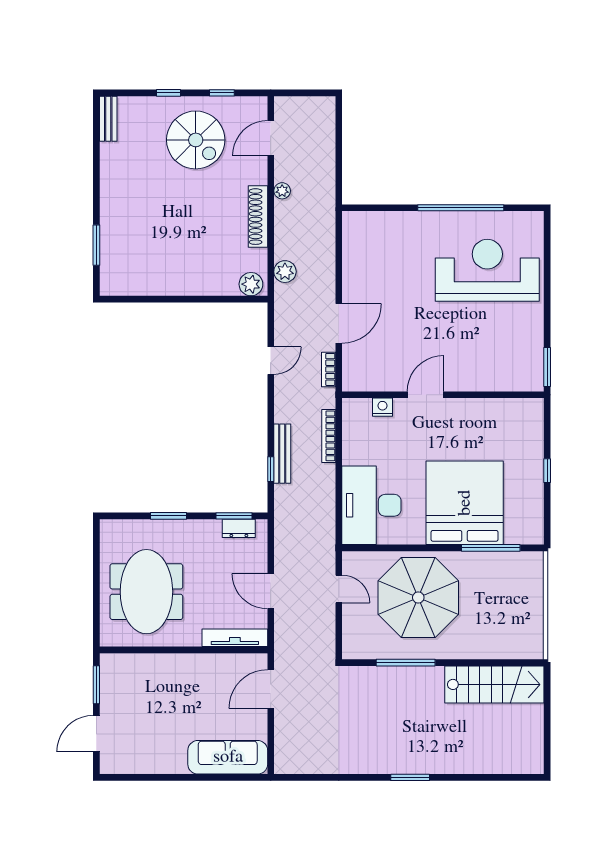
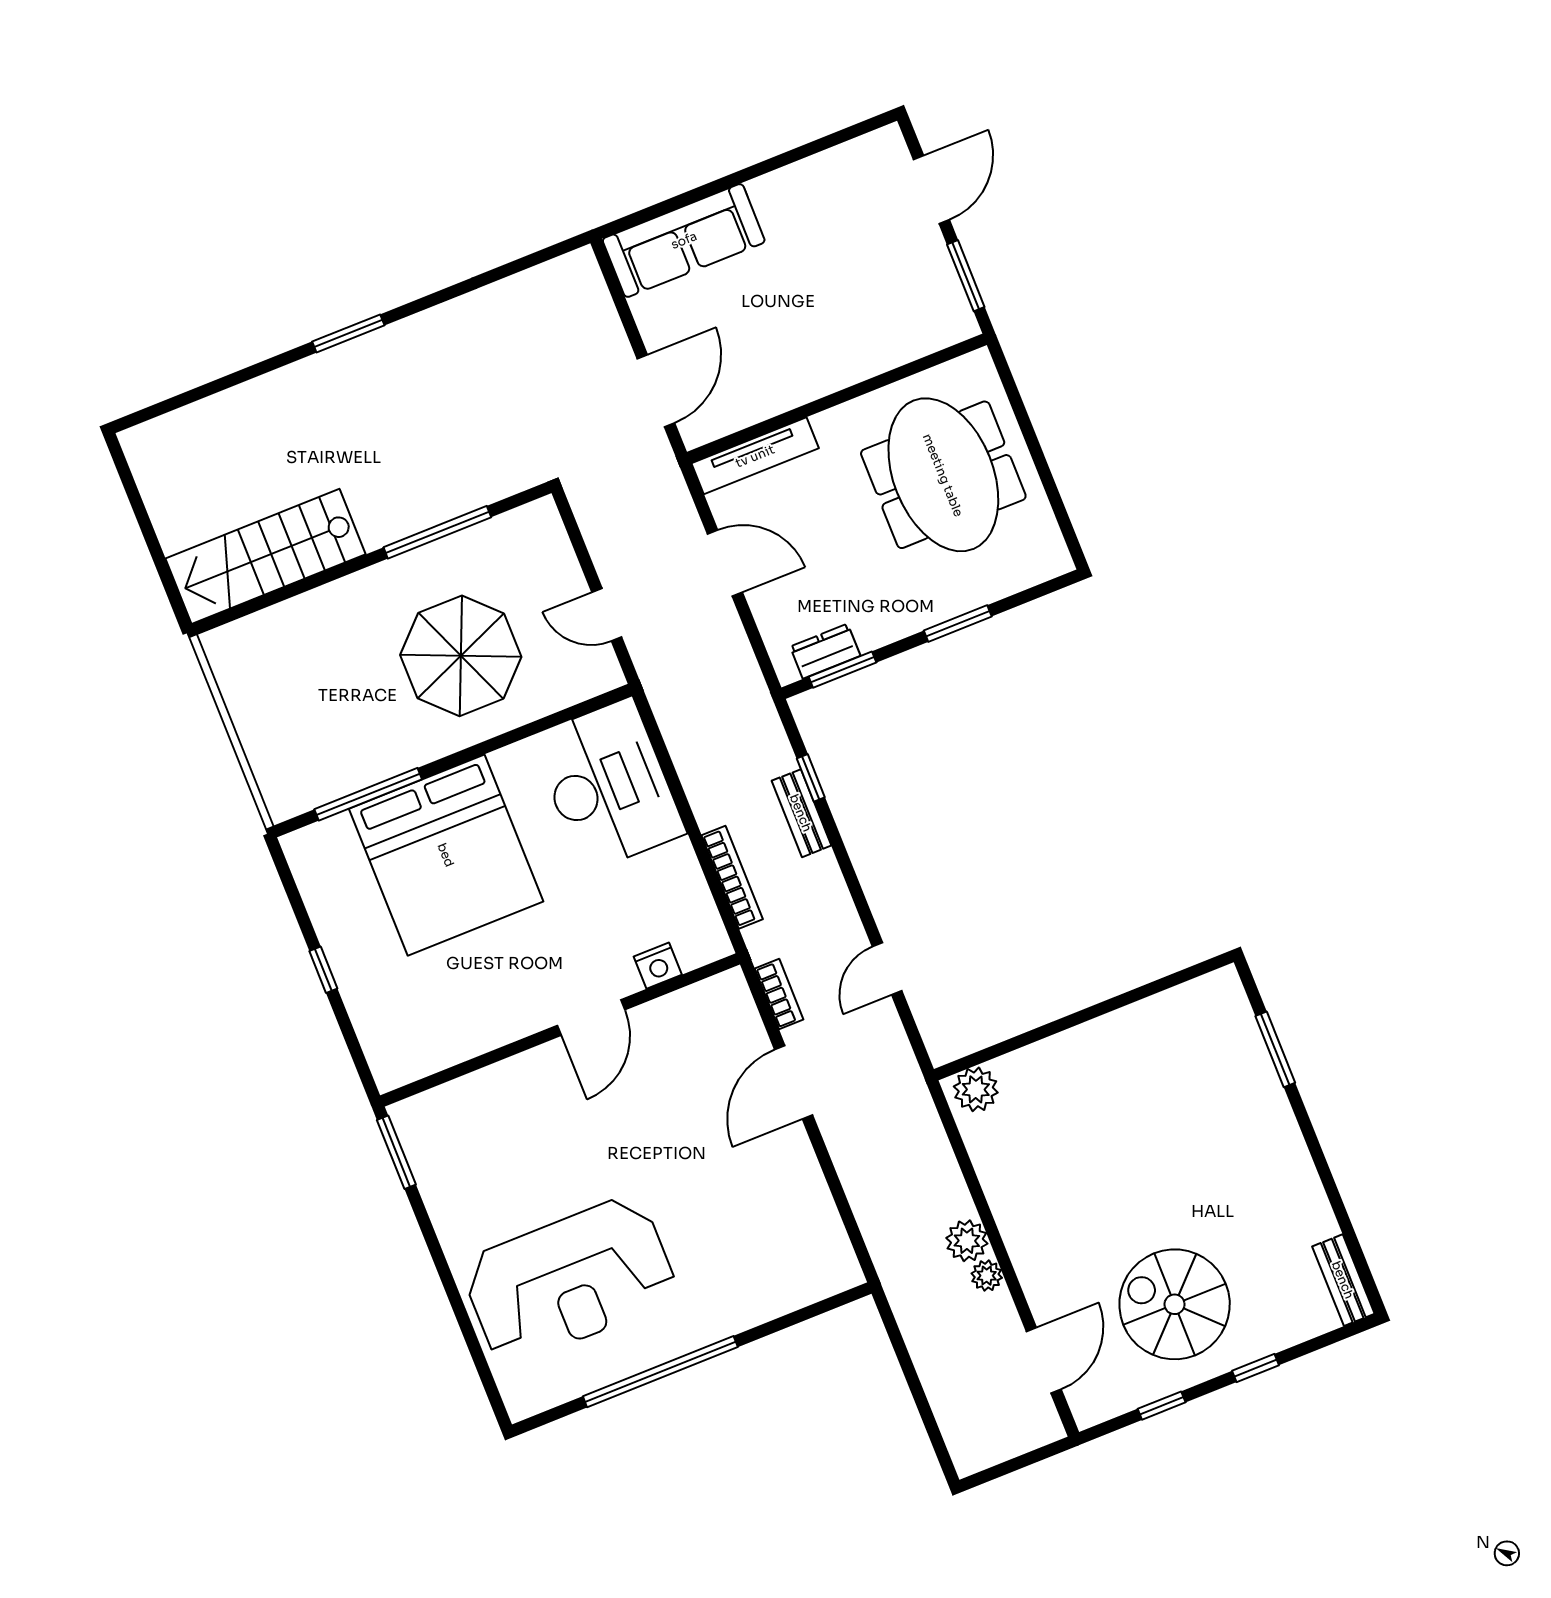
shoe rack: (258, 217) -> (1011, 1213), removed
plant: (285, 272) -> (967, 1241), moved
bench: (282, 454) -> (801, 813), width x0.73
parasol: (418, 597) -> (461, 656), width x0.73, depth x0.73

